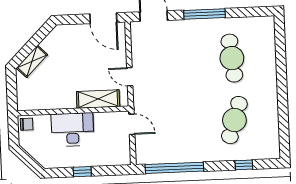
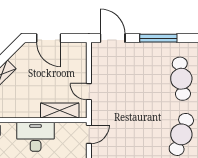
door: (103, 18) -> (49, 38), moved
door: (132, 124) -> (89, 134), hinge flipped

